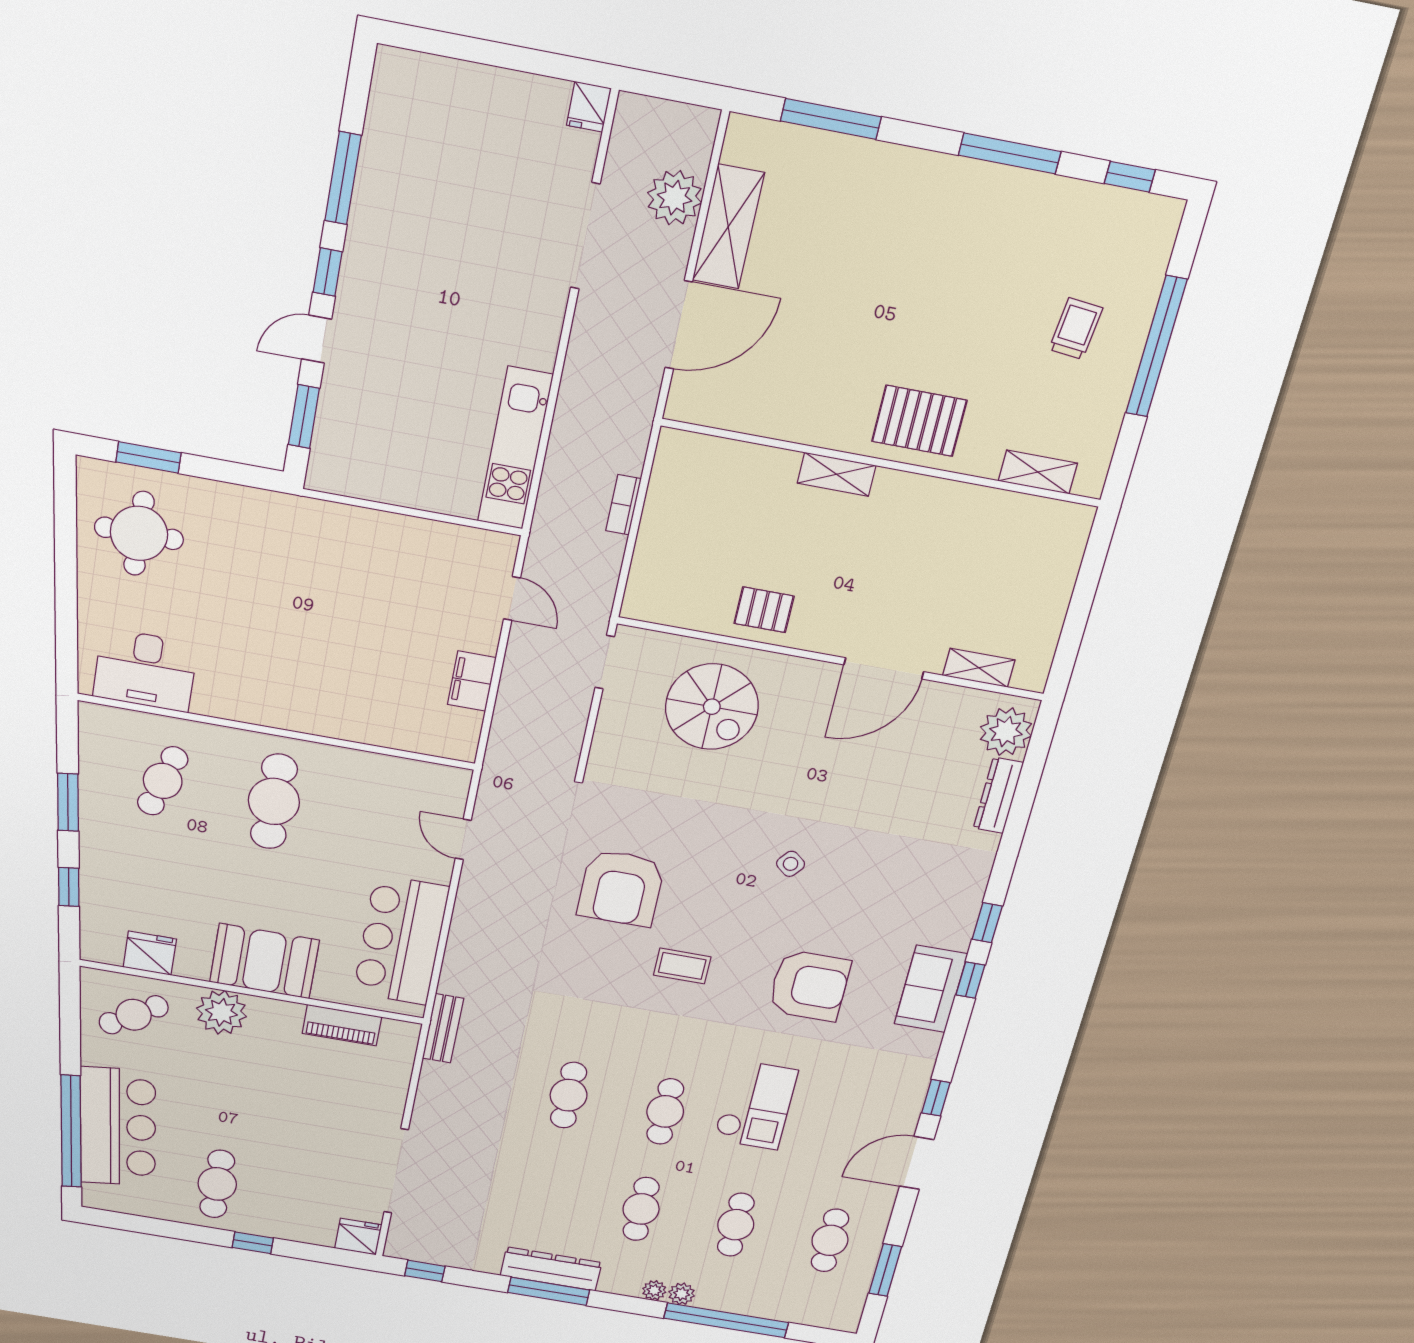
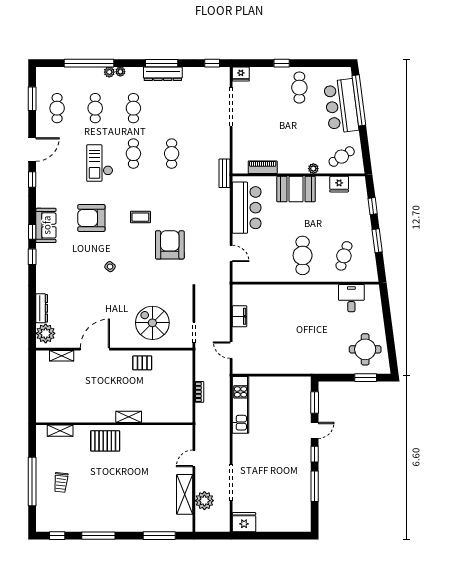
fridge: (589, 107) -> (244, 522), width x1.88, depth x1.34
door: (679, 325) -> (194, 458), width x0.53
desk: (145, 670) -> (351, 298), width x0.73
plant: (221, 1012) -> (313, 169), width x0.53, depth x0.53

